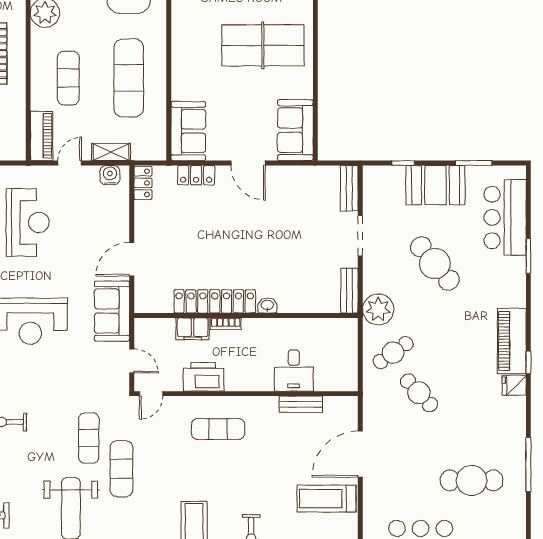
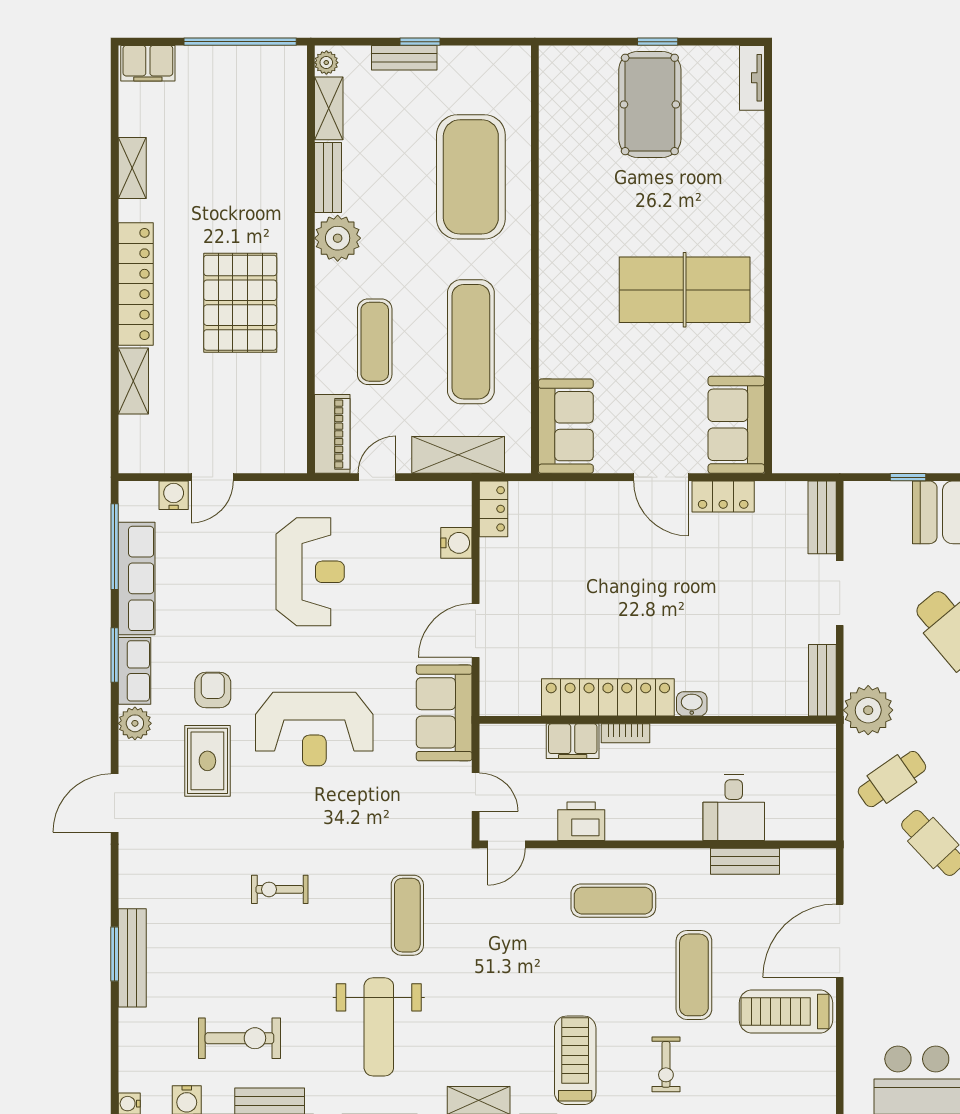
shelving: (111, 152) -> (458, 455), width x1.50, depth x1.33
water cooler: (110, 175) -> (456, 543), moved, turned 90
locker: (196, 175) -> (723, 497), moved
printer: (203, 377) -> (581, 821), width x0.73, depth x0.84
exercise mat: (121, 469) -> (694, 975), moved

